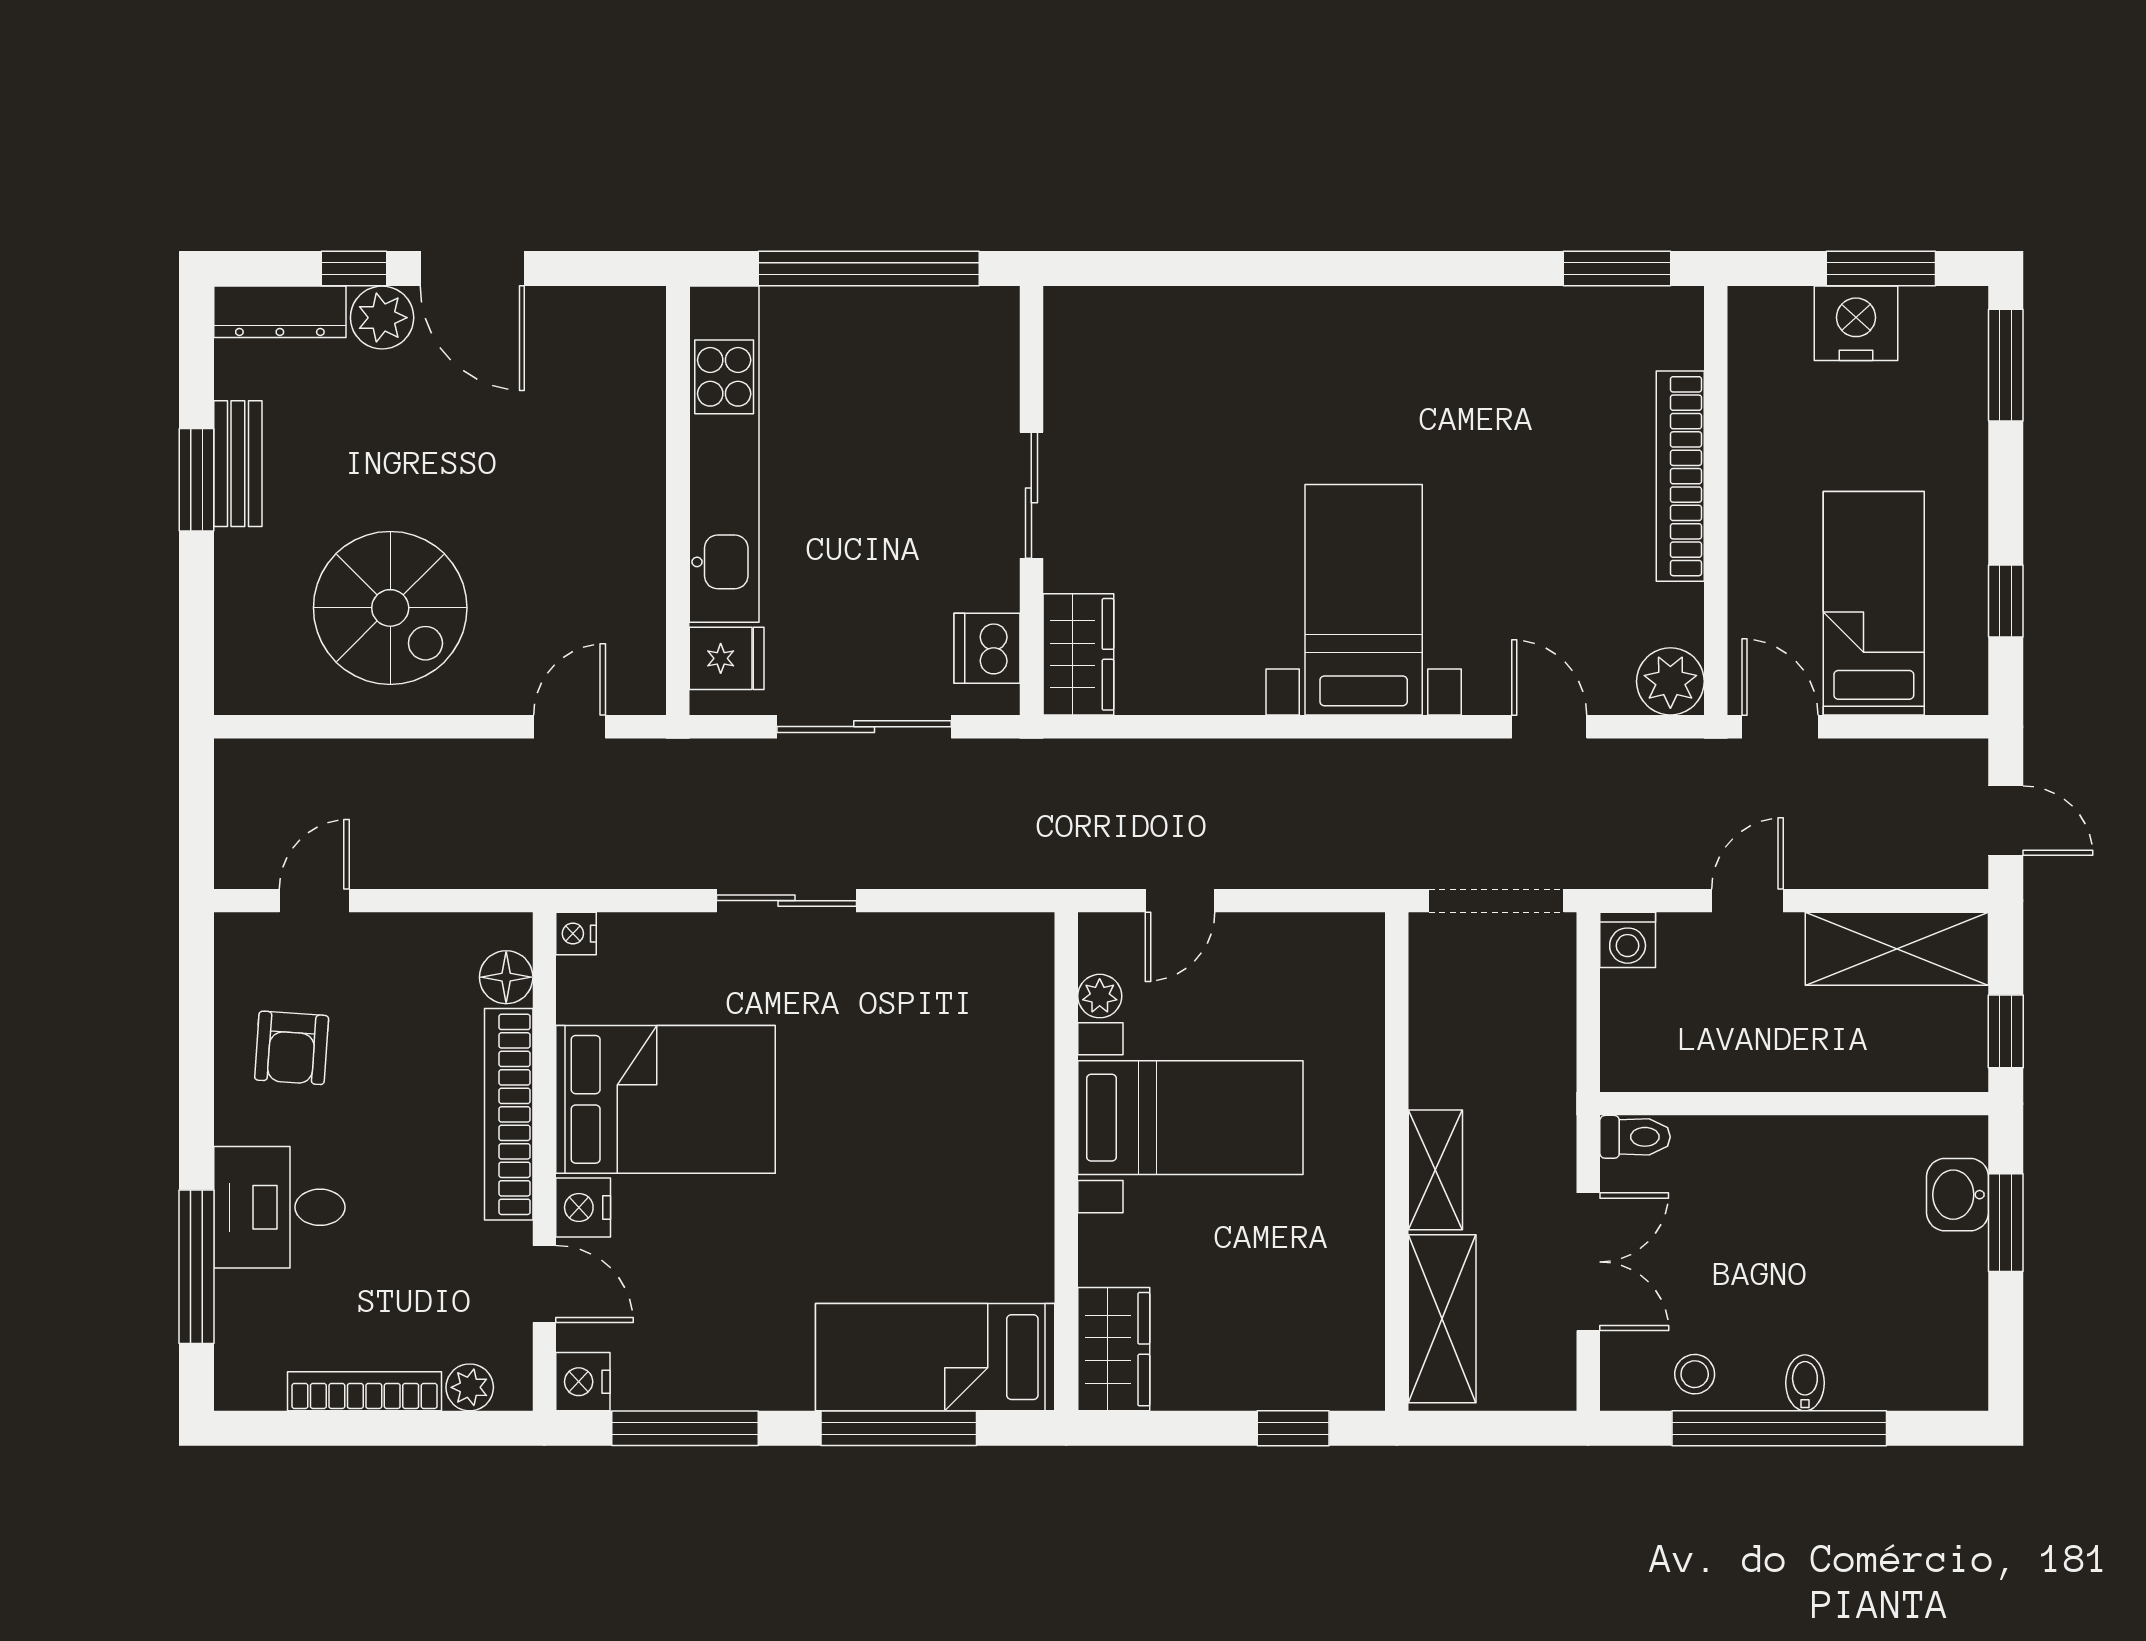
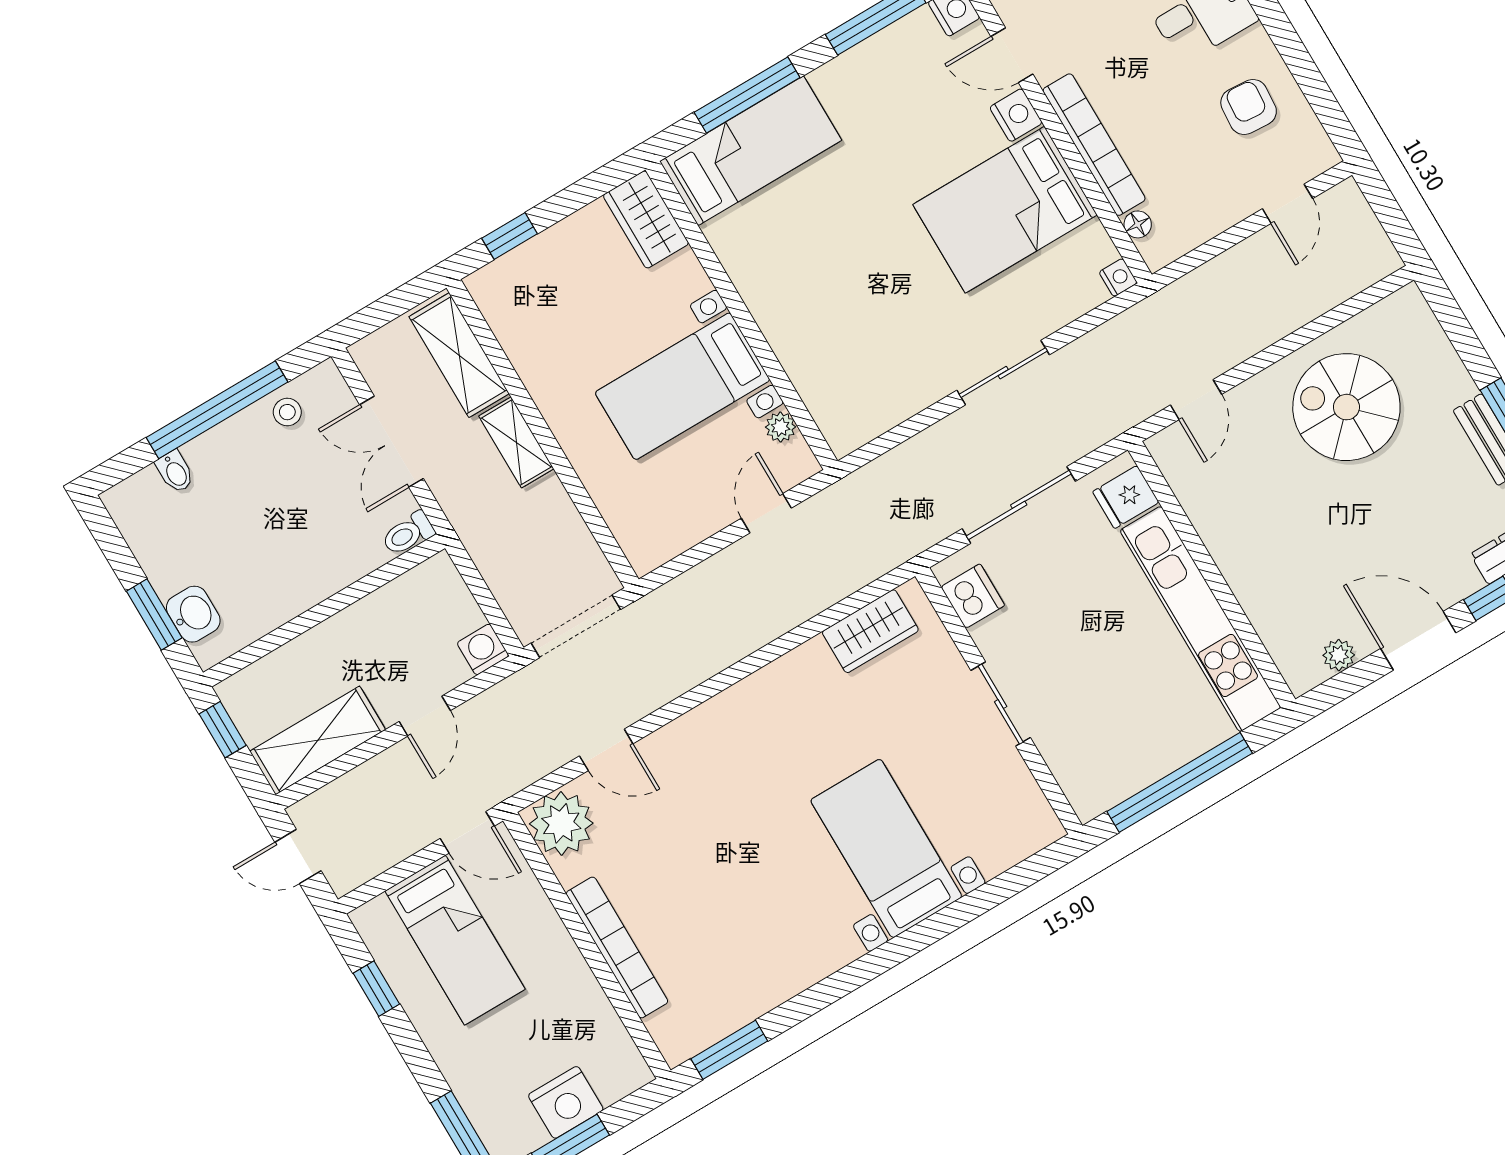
plant: (382, 318) -> (1339, 655), moved, width x0.73, depth x0.73
bed with nightstands: (1364, 600) -> (886, 848), moved, turned 180
wardrobe: (1078, 654) -> (870, 631), moved, turned -90
plant: (1670, 681) -> (561, 823), width x1.36, depth x1.36
floor lamp: (506, 977) -> (1138, 224), width x0.73, depth x0.73
bidet: (1805, 1383) -> (175, 472), moved

